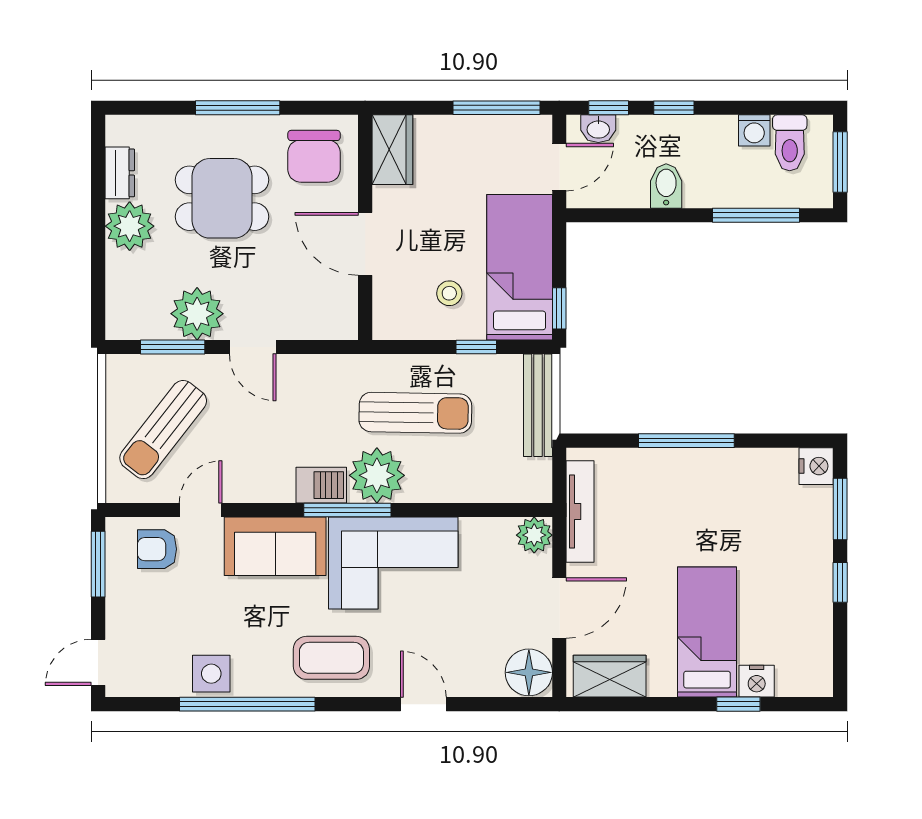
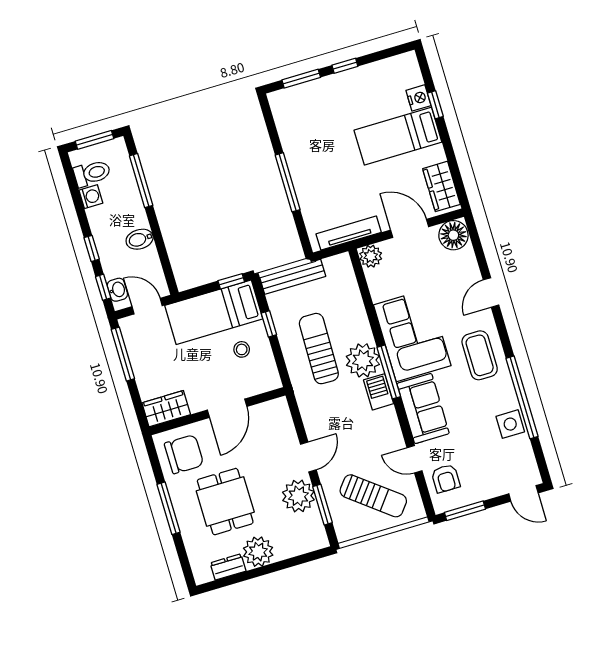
nightstand: (816, 466) -> (280, 100), removed

